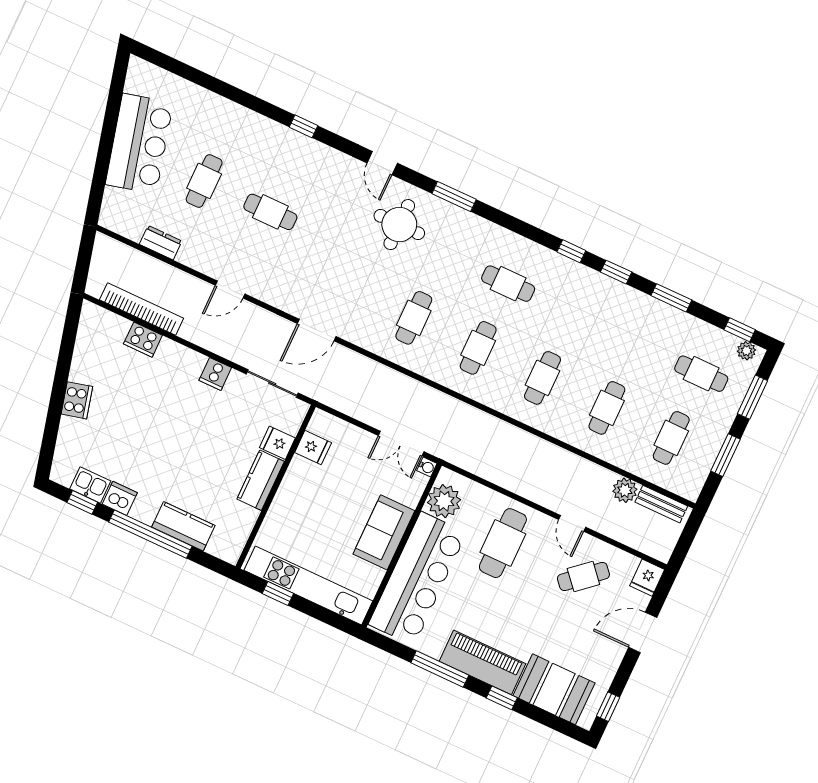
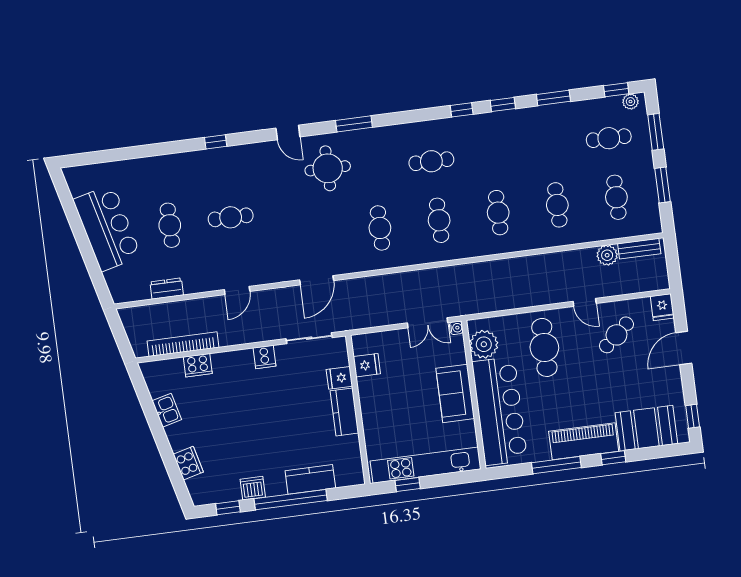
cooker: (77, 400) -> (188, 463), moved
kitchen sink: (90, 485) -> (167, 410), moved, turned 76

